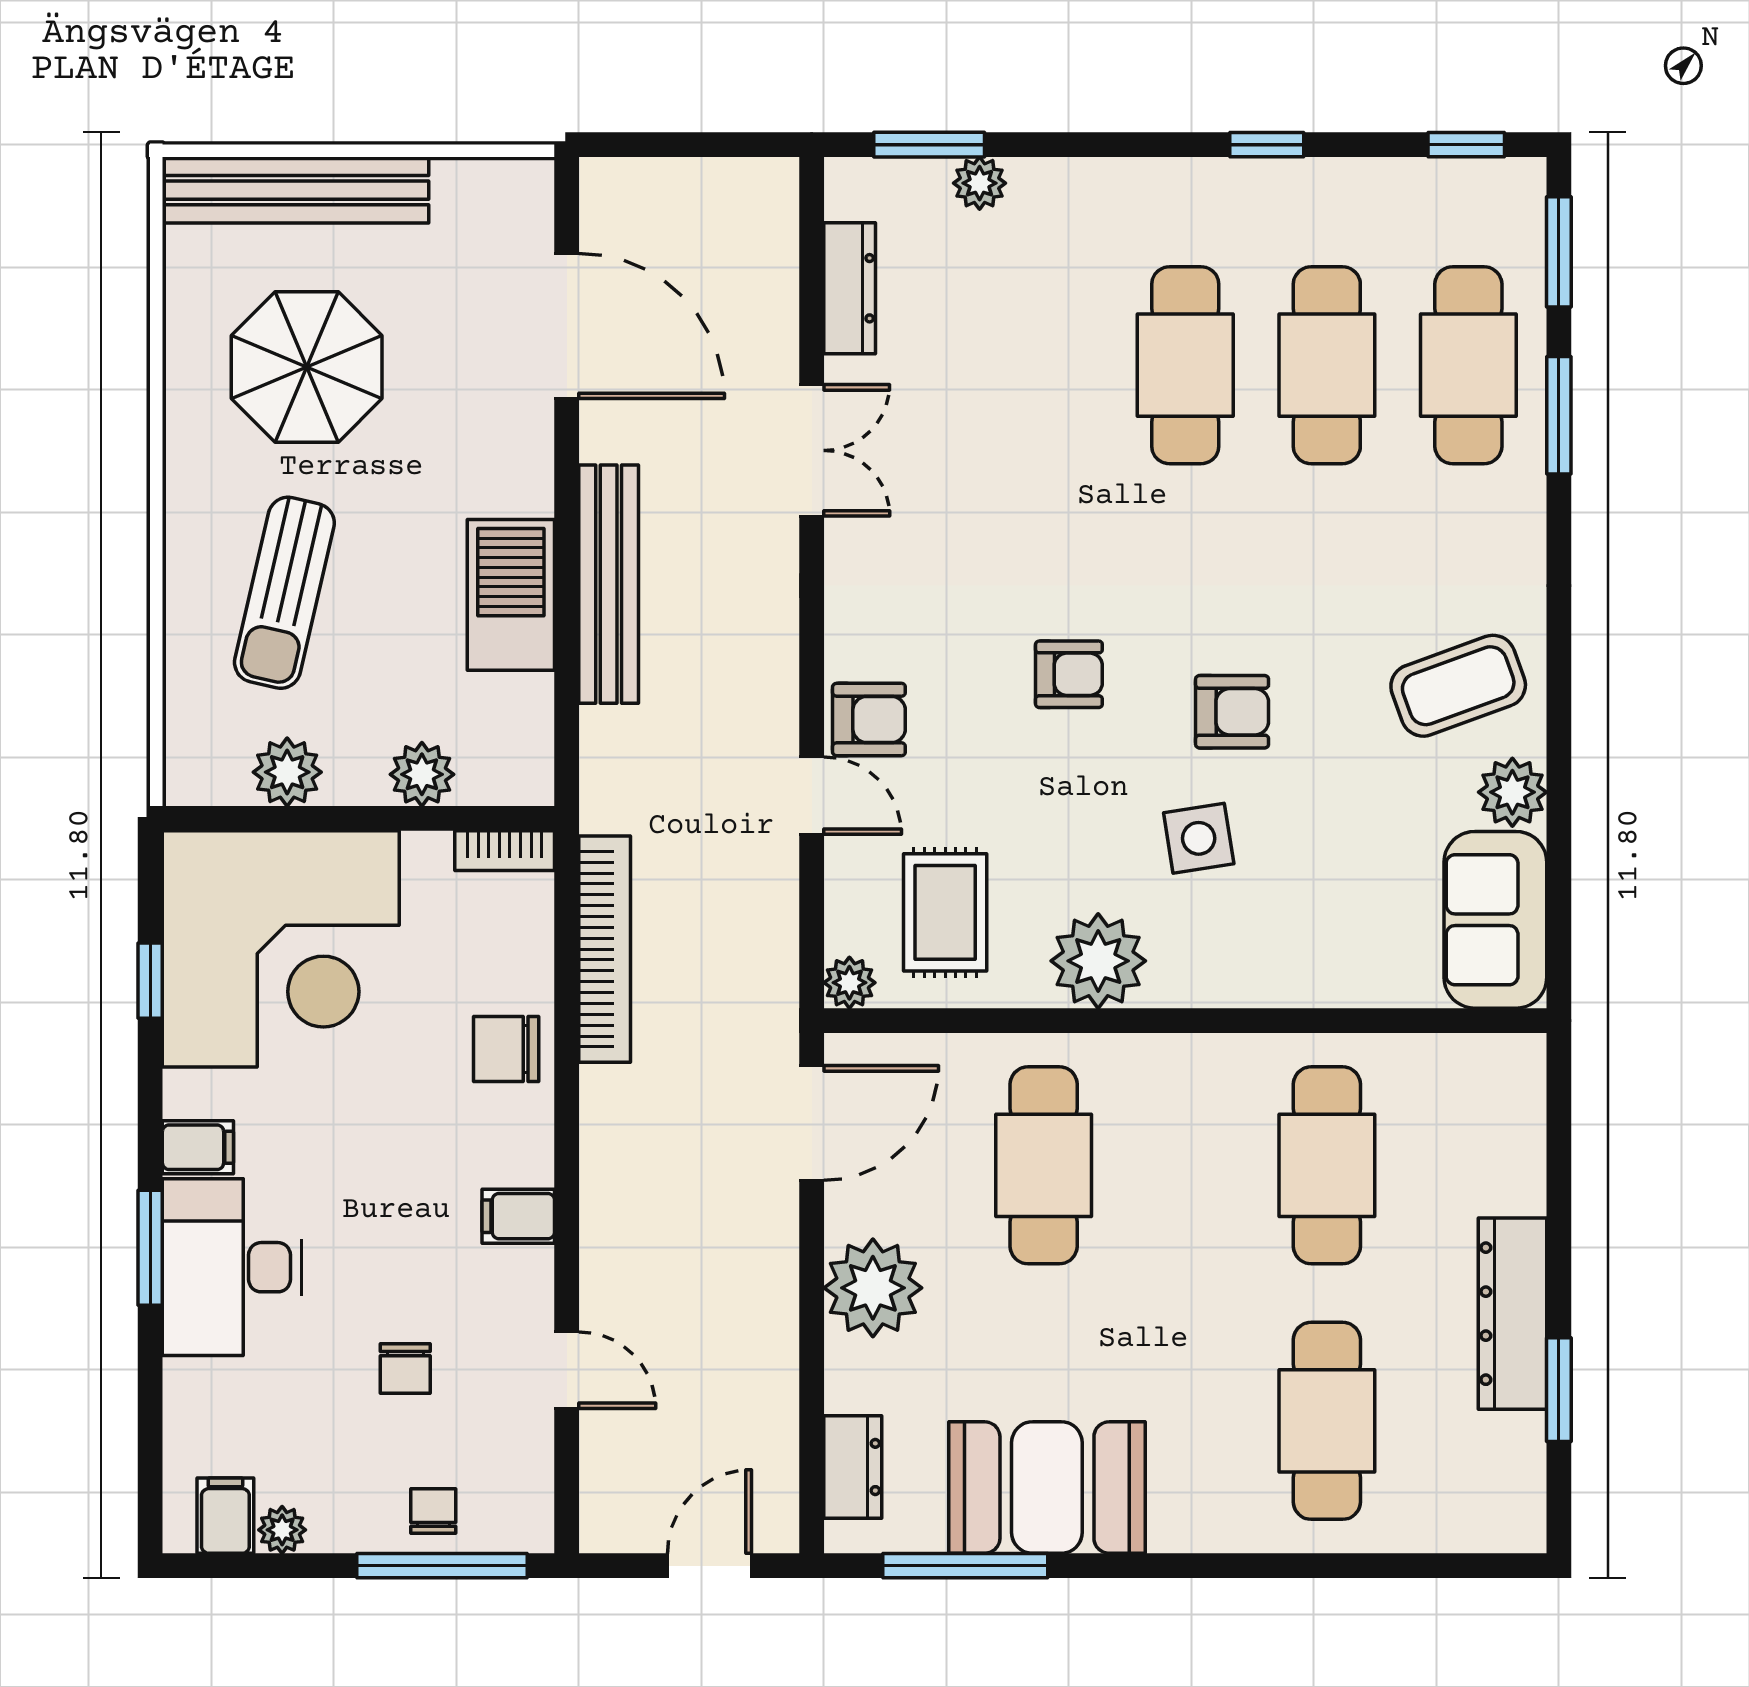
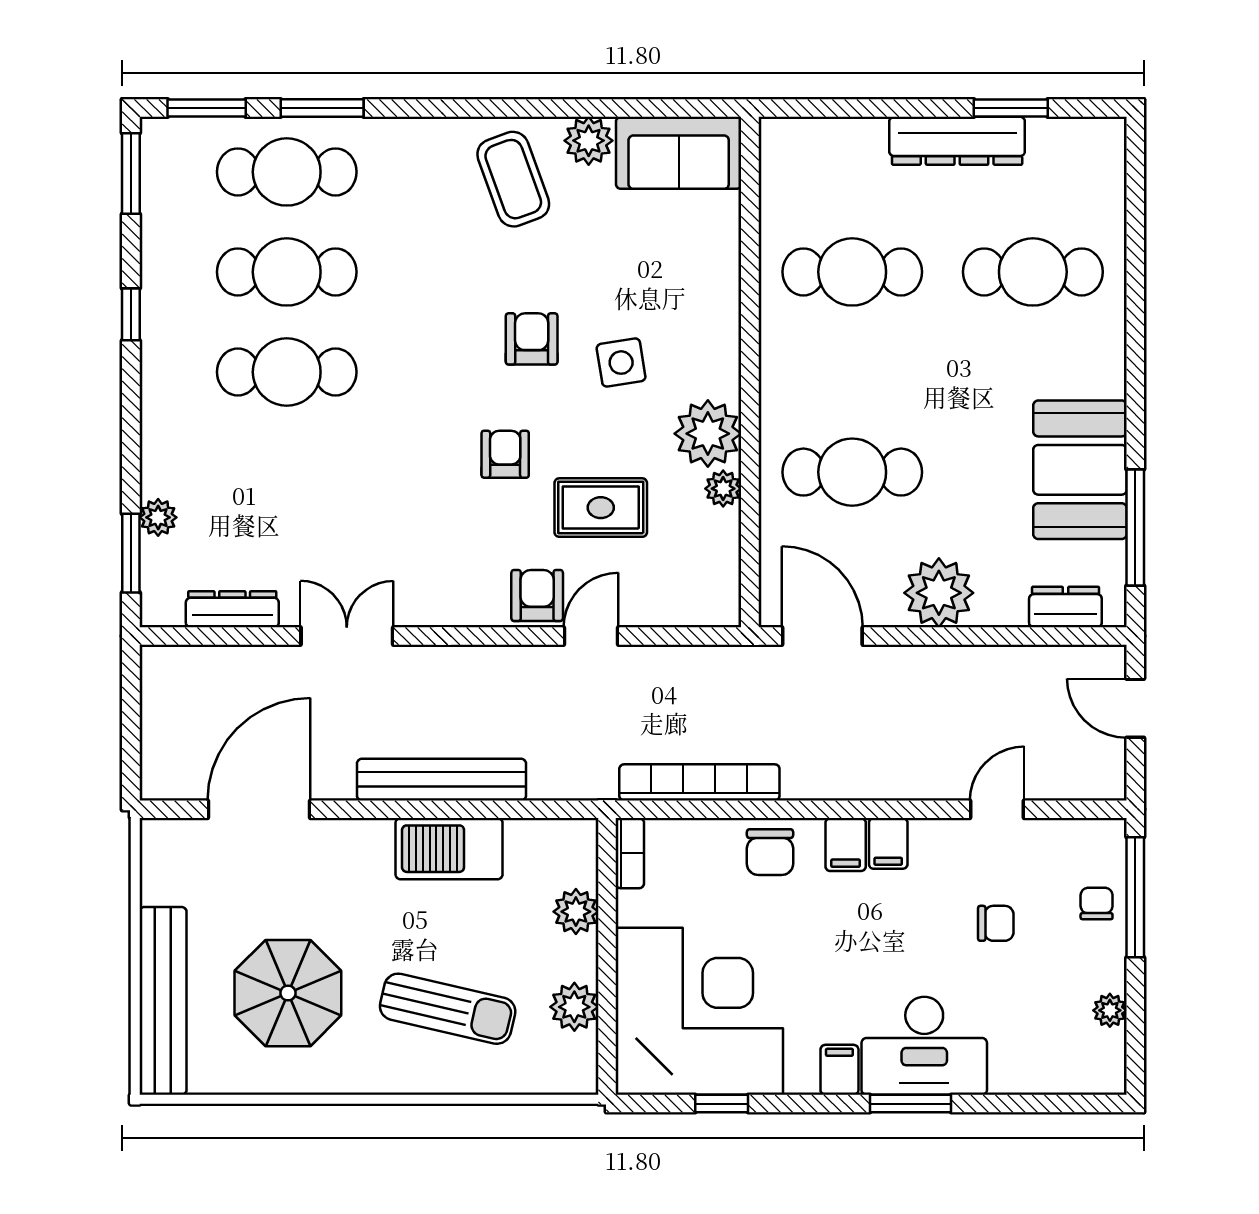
window: (1466, 145) -> (131, 173), width x1.50
rug: (945, 912) -> (601, 508), moved
plant: (849, 983) -> (723, 489), moved
chair: (433, 1511) -> (1097, 903), turned 90
filing cabinet: (225, 1516) -> (846, 845), moved, turned -90

